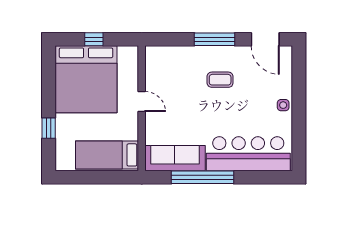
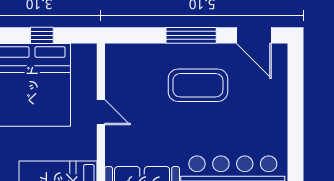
coffee table: (220, 80) -> (198, 85), width x1.86, depth x1.72
side table: (283, 105) -> (276, 117), removed

